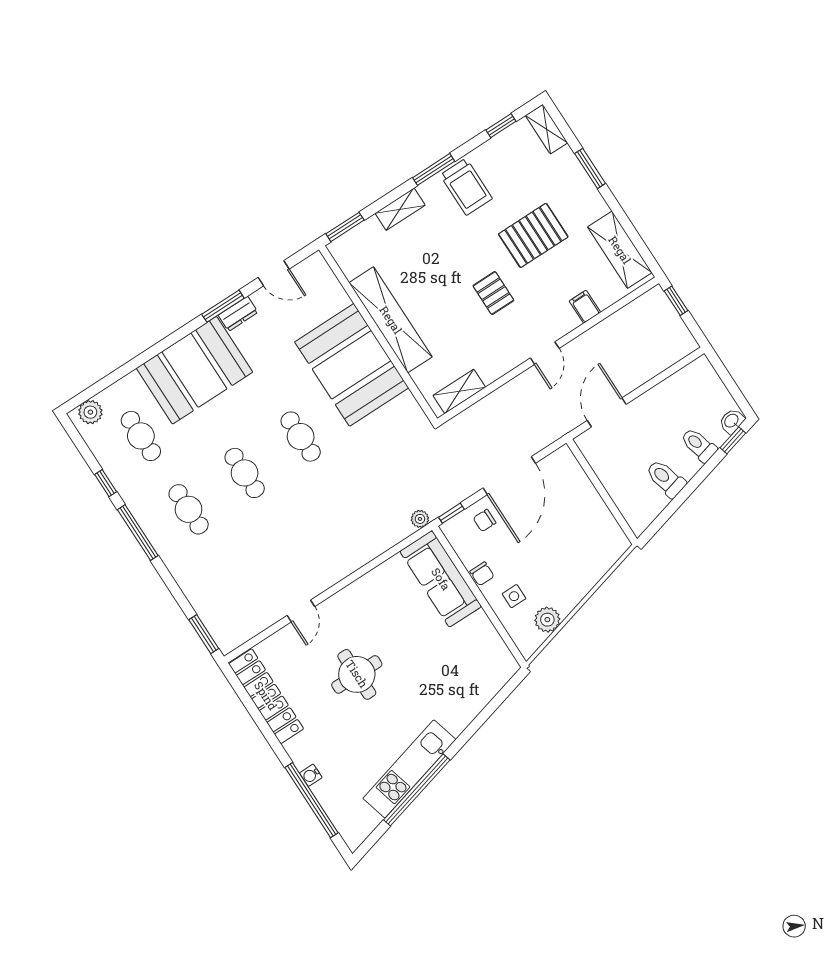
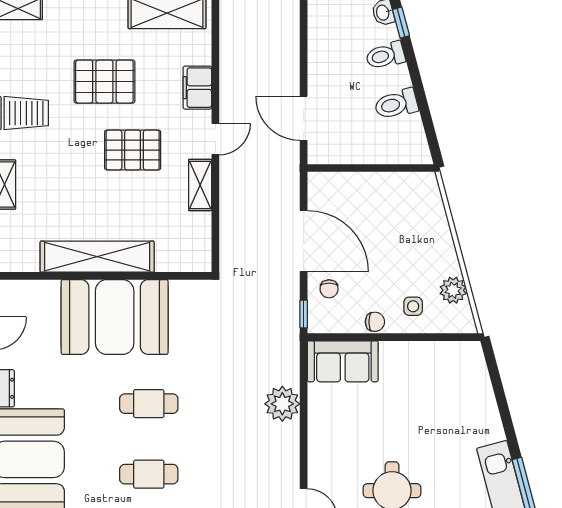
pallet: (533, 235) -> (104, 82), turned 90
pallet: (493, 293) -> (133, 150), width x1.50, depth x1.42
filing cabinet: (585, 307) -> (197, 88), width x2.00
door: (545, 353) -> (215, 139), hinge flipped
shelving: (459, 391) -> (200, 185), moved
plant: (420, 519) -> (282, 404), moved, width x1.88, depth x1.88
sofa: (441, 579) -> (343, 361), width x0.73

